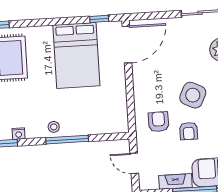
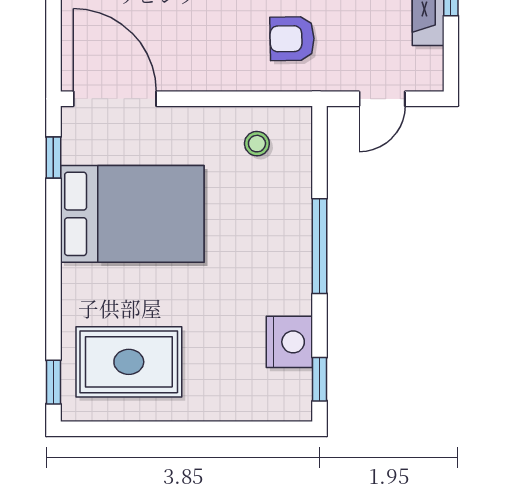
stool: (54, 127) -> (257, 144), moved
nightstand: (19, 134) -> (289, 342), width x1.89, depth x1.79

